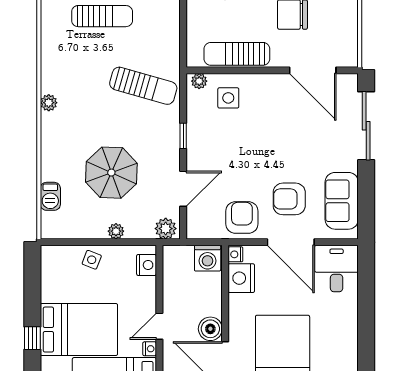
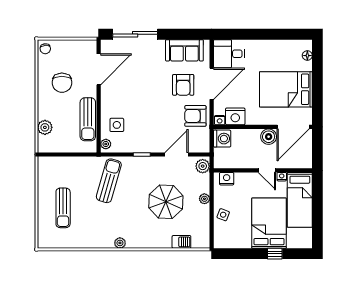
sun lounger: (102, 16) -> (63, 208), turned 180
door: (183, 189) -> (176, 155), hinge flipped

